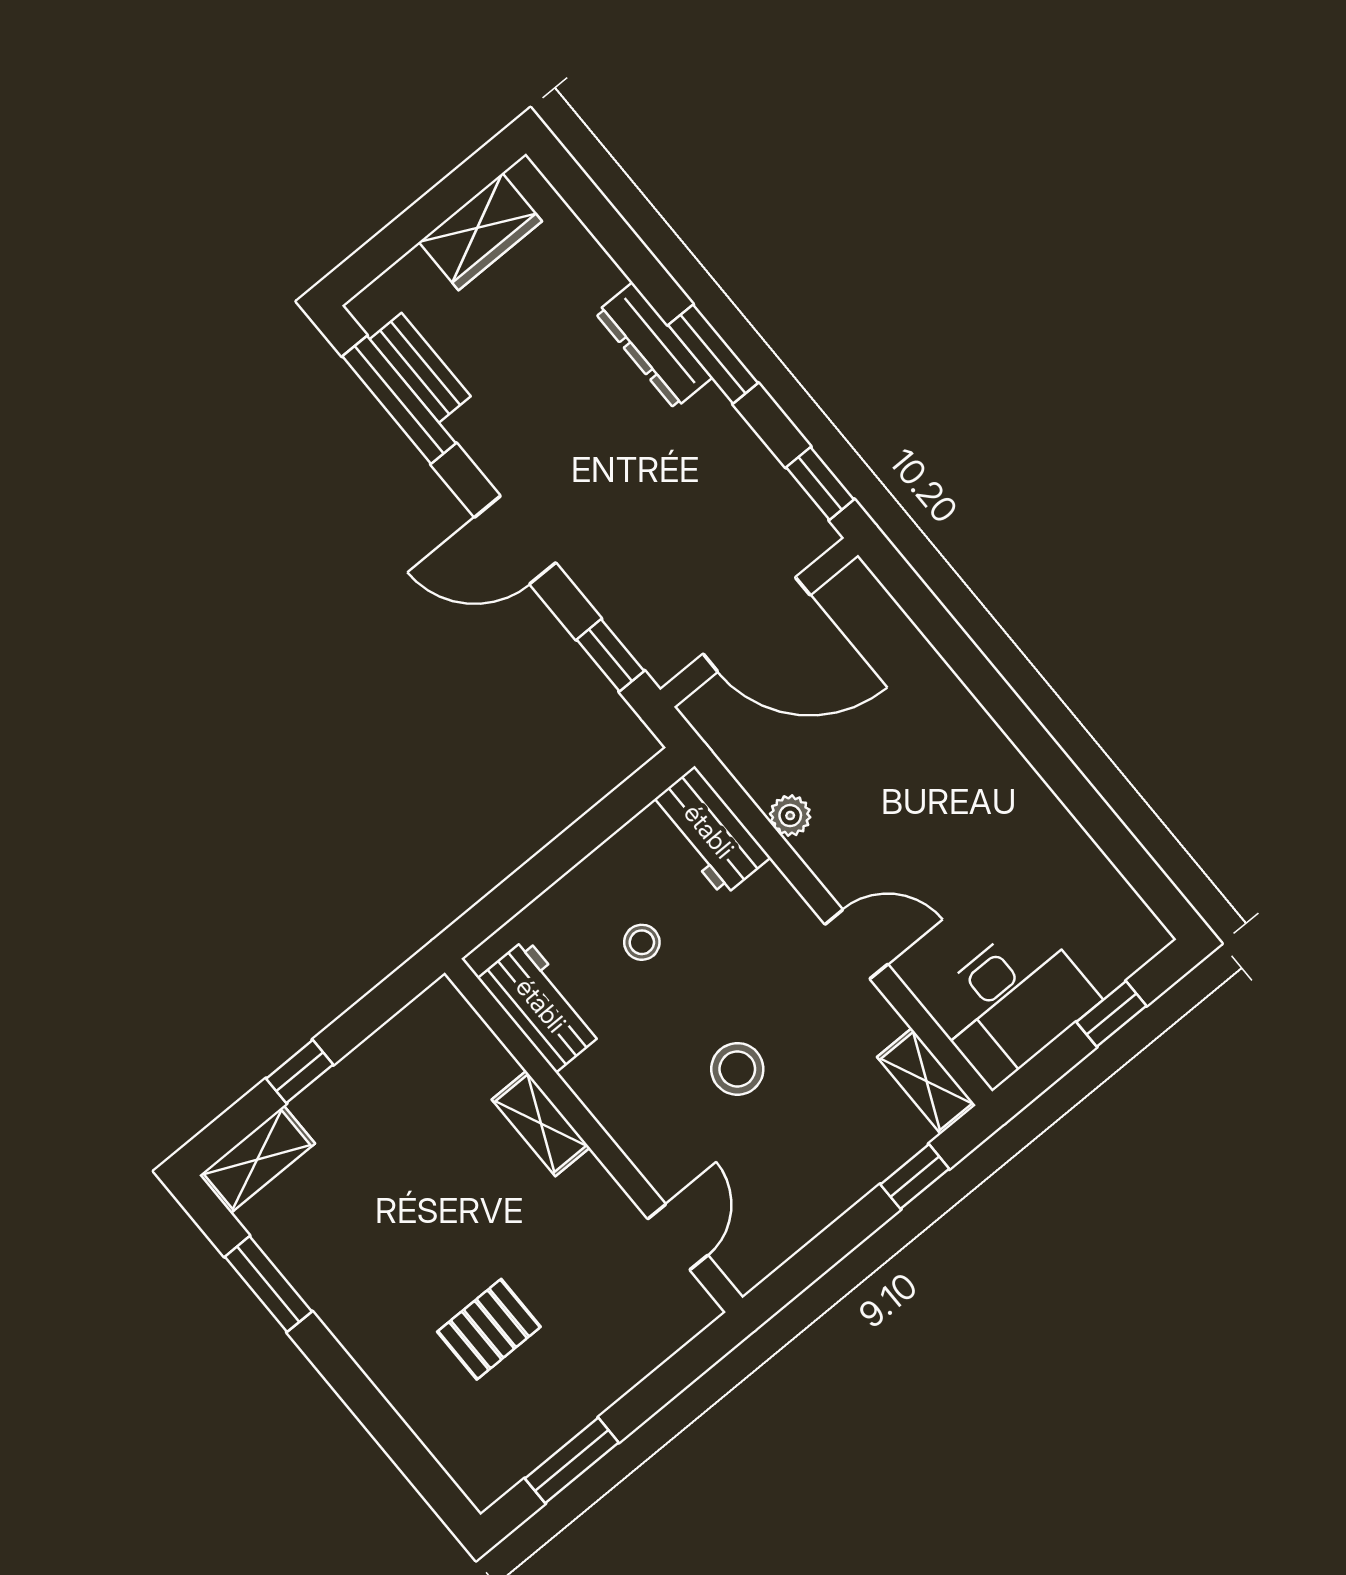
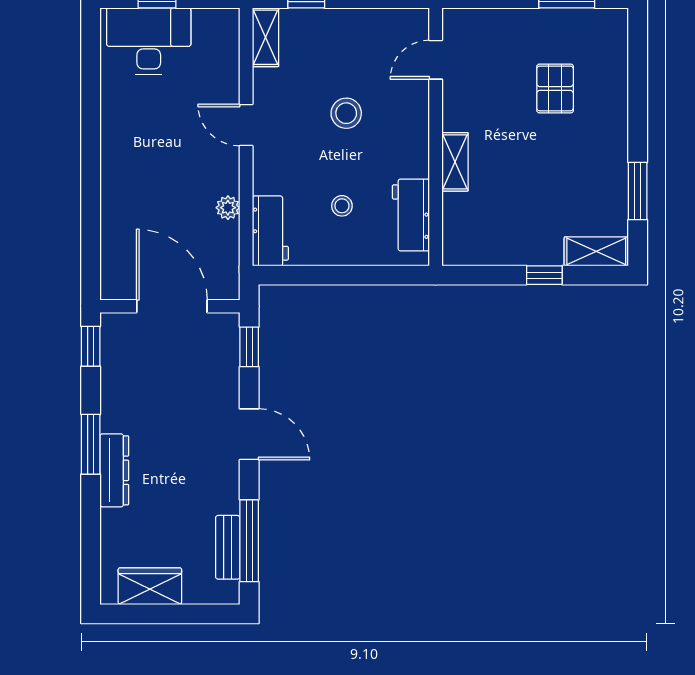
desk: (1012, 1002) -> (149, 41), moved
pallet: (489, 1329) -> (555, 88), turned 90

